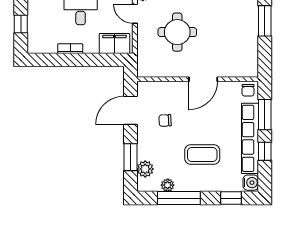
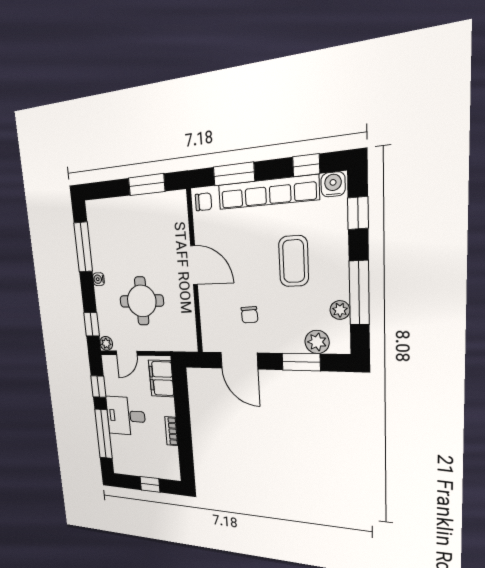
window: (265, 21) -> (147, 185), moved
window: (265, 151) -> (306, 165), moved

